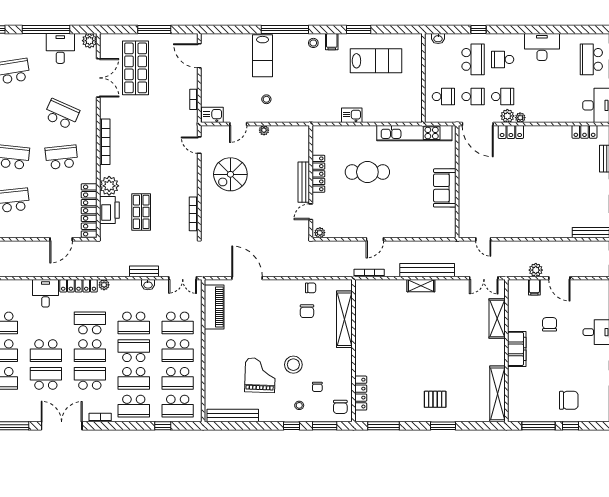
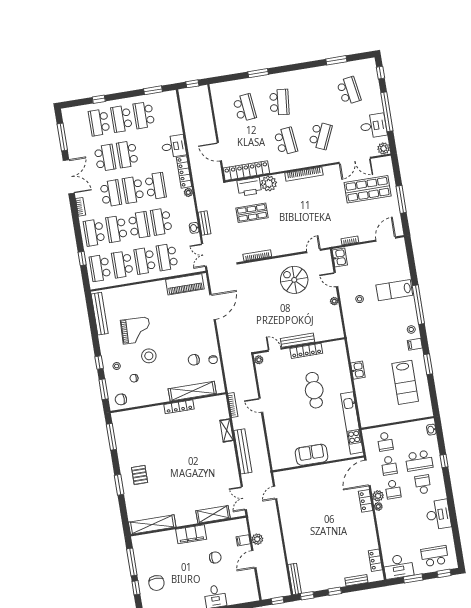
shelving: (421, 286) -> (227, 430), moved
locker: (361, 393) -> (179, 407), moved

